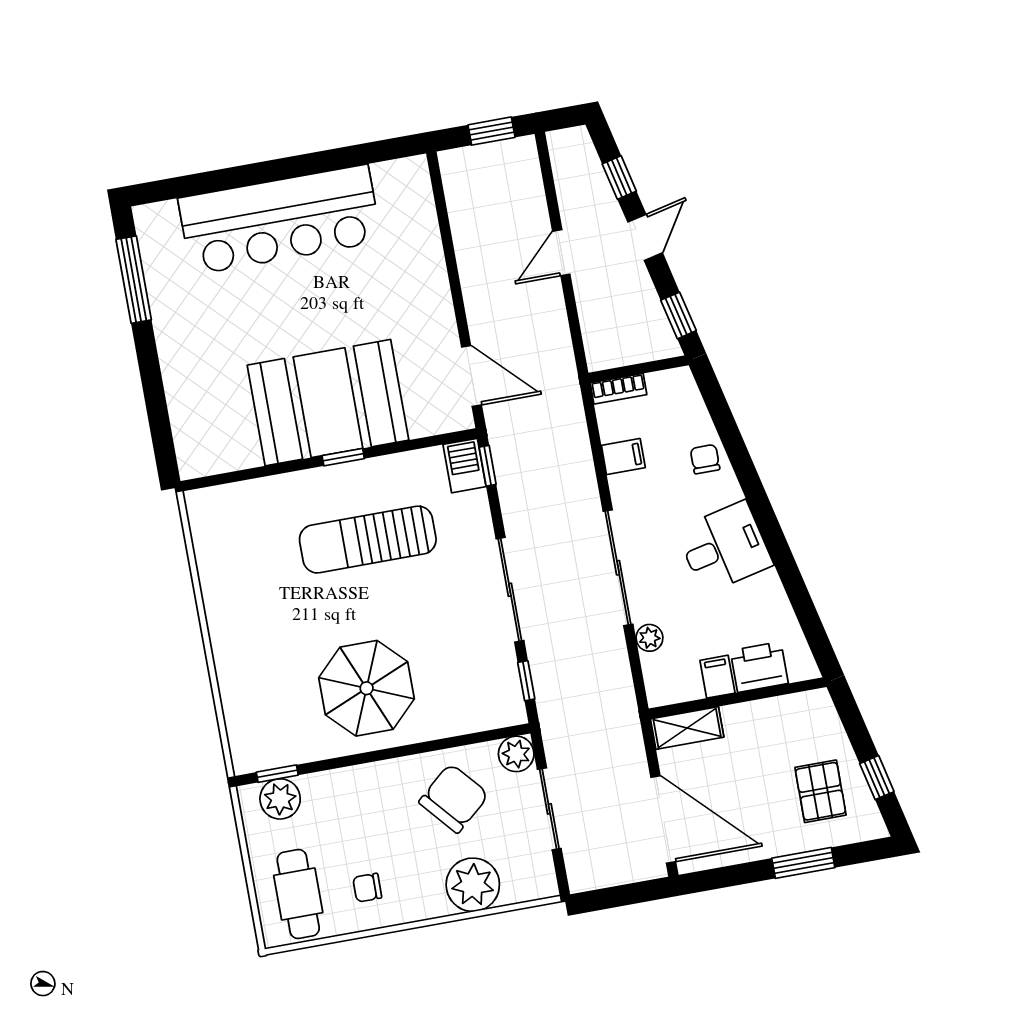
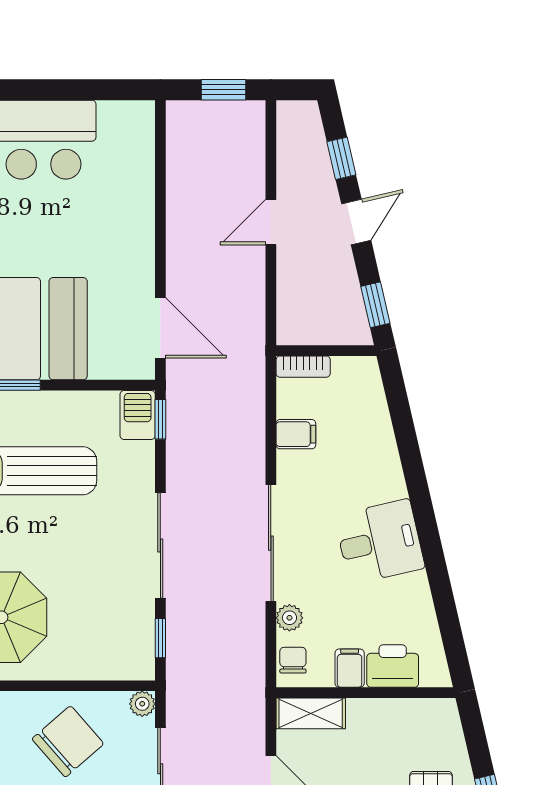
chair: (705, 459) -> (293, 660), moved
plant: (516, 754) -> (142, 704), width x0.73, depth x0.73

